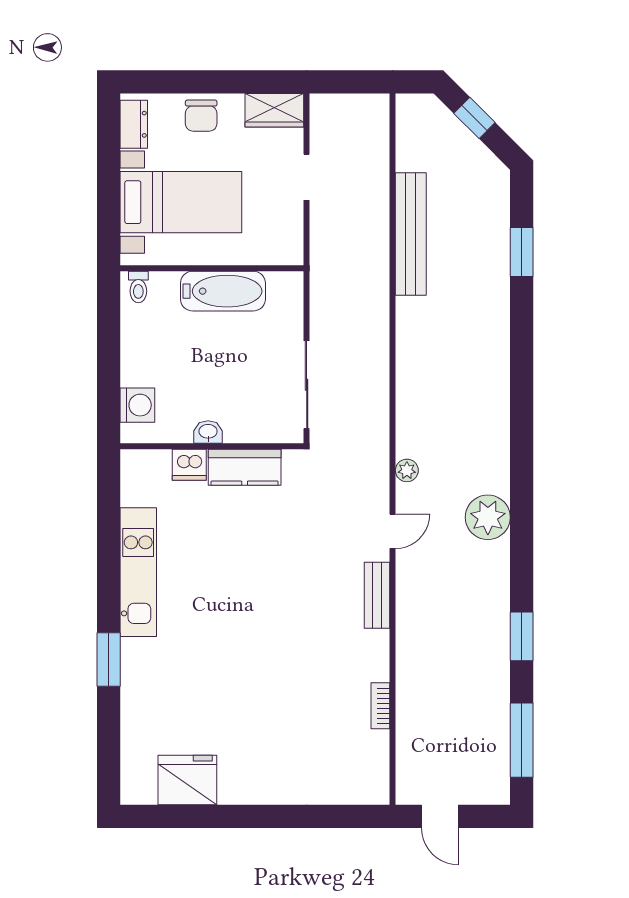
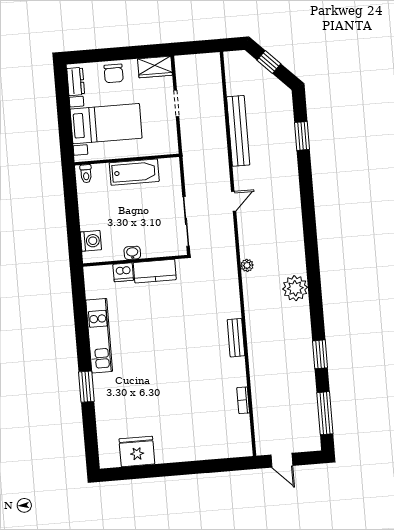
door: (393, 531) -> (234, 201), moved

